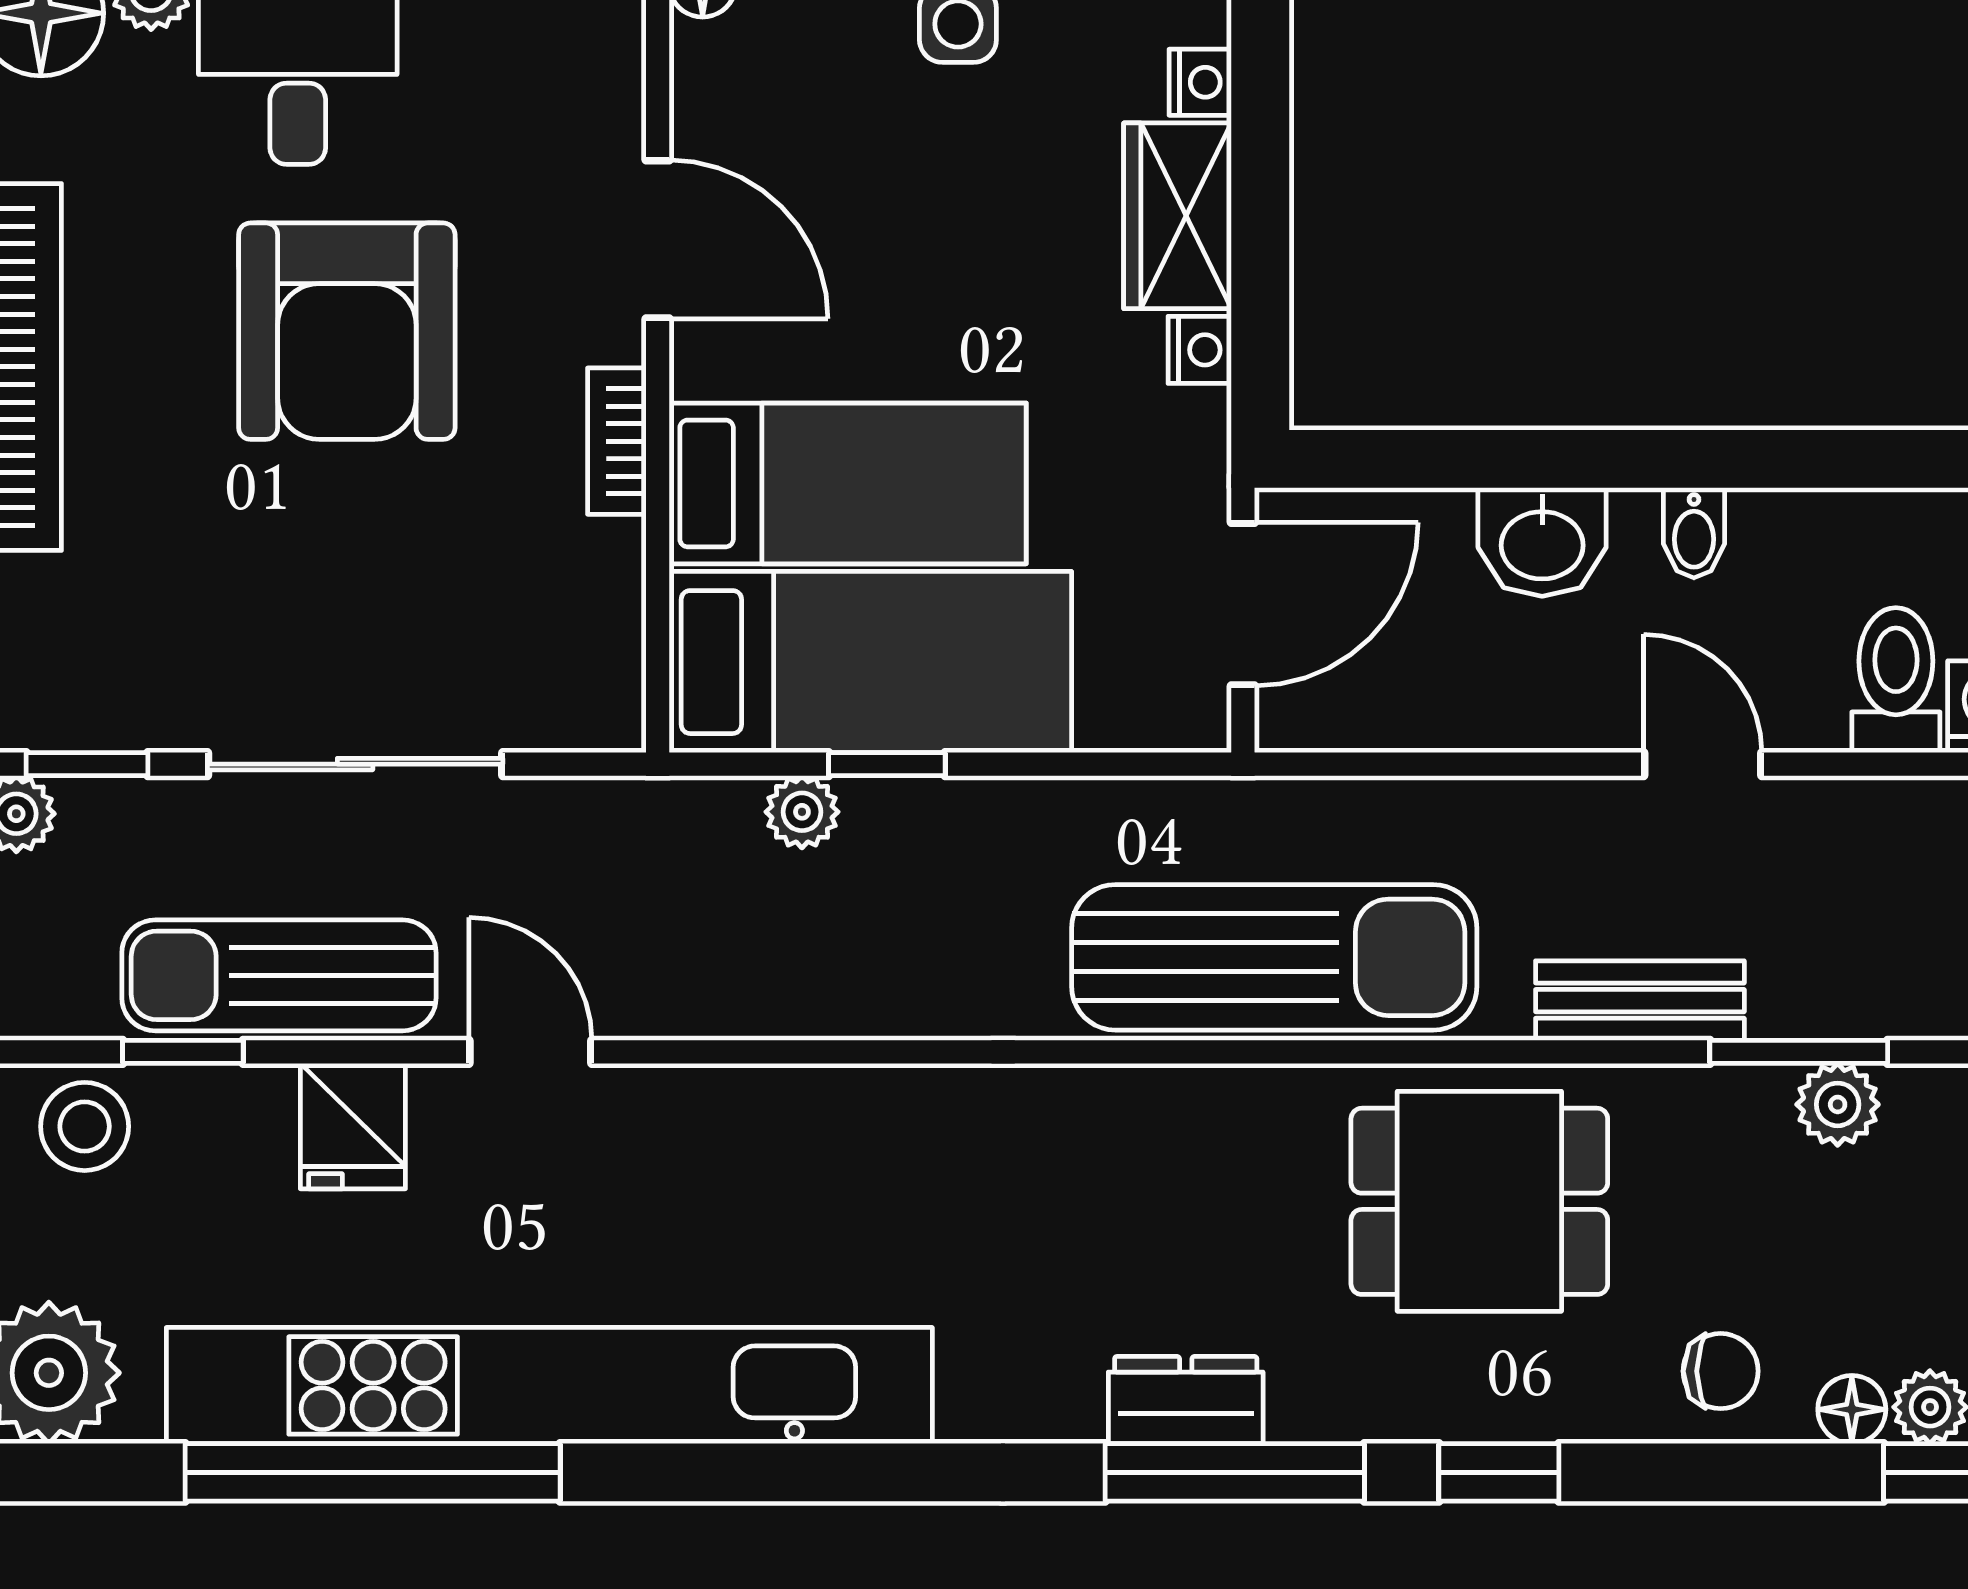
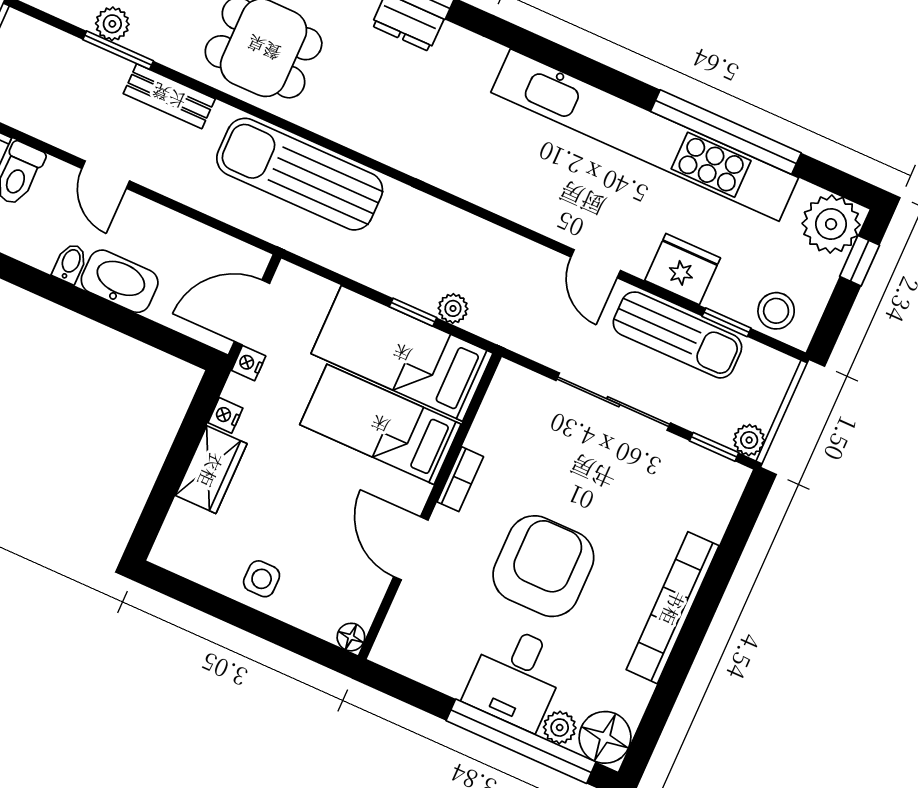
nightstand: (1200, 82) -> (249, 363), moved
washbasin: (1542, 542) -> (120, 281), width x1.38
fridge: (353, 1126) -> (683, 269), width x1.38

